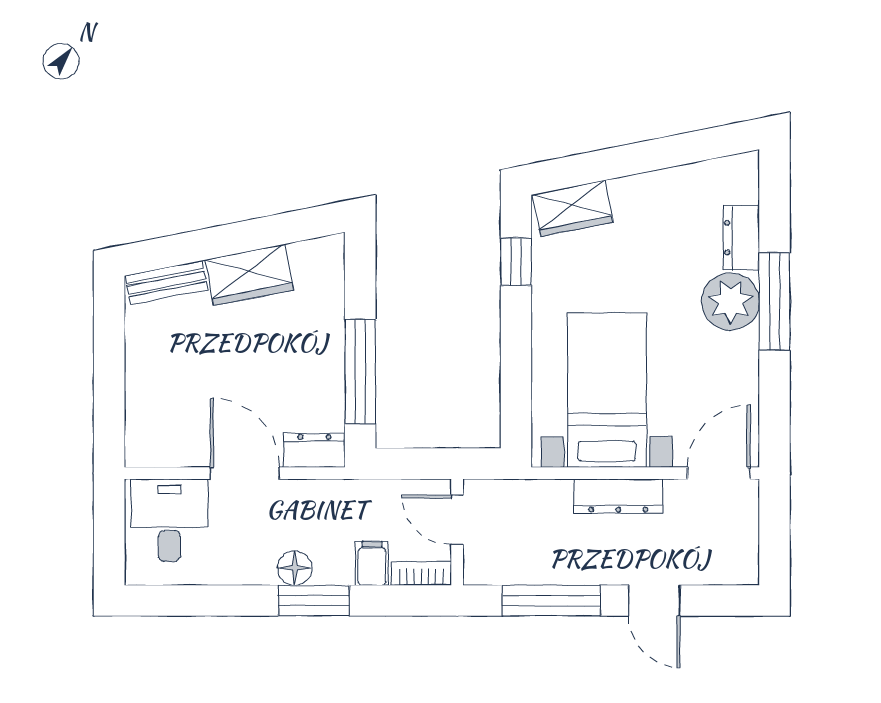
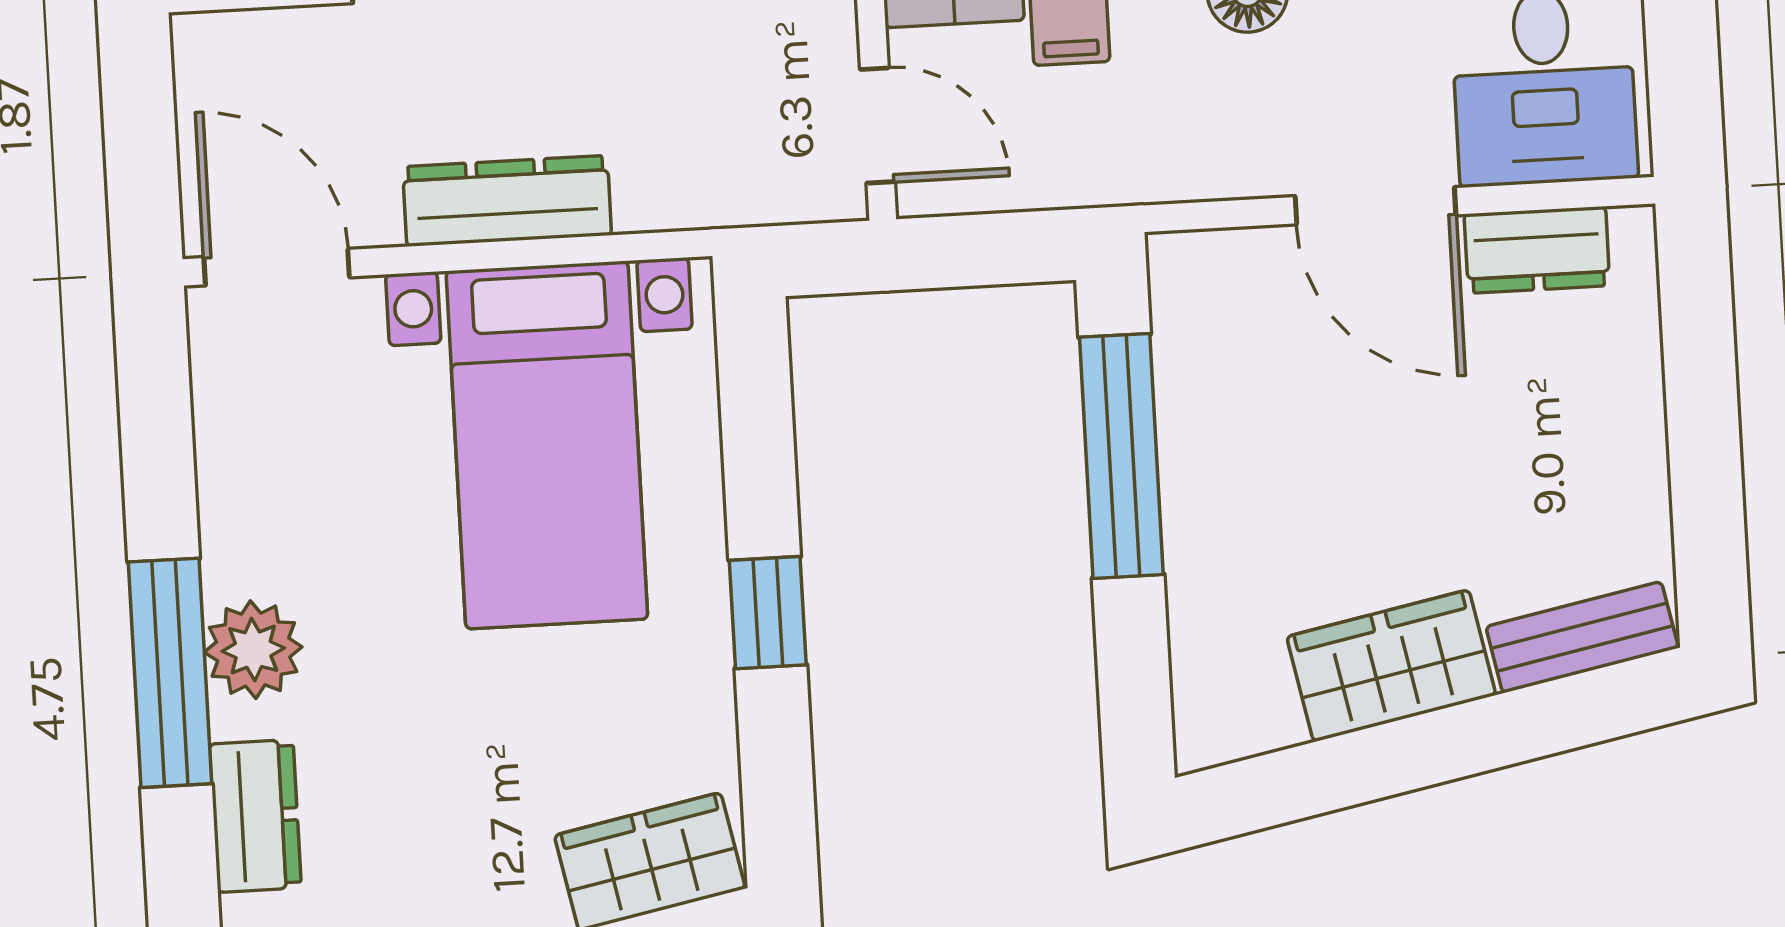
window: (516, 262) -> (768, 613), moved
plant: (731, 302) -> (253, 650), width x0.73, depth x0.73
dresser: (314, 450) -> (1537, 250), moved
door: (719, 473) -> (277, 267), swing flipped

